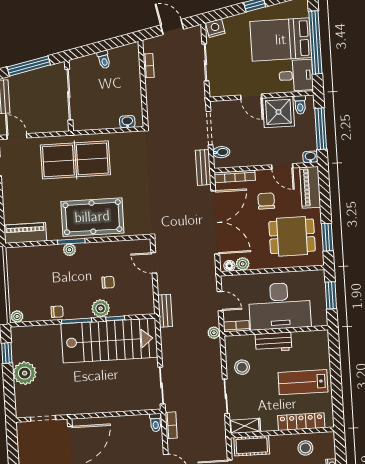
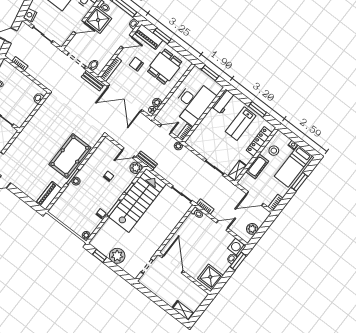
table tennis table: (75, 160) -> (35, 140), removed
double door: (215, 222) -> (125, 98), swing flipped
window: (327, 237) -> (162, 36), moved
door: (154, 263) -> (128, 153), moved
plant: (101, 308) -> (136, 168), moved
workbench: (273, 342) -> (223, 102), moved
stool: (242, 367) -> (207, 147), removed
window: (336, 387) -> (257, 109), added
cot: (252, 446) -> (257, 166), moved

